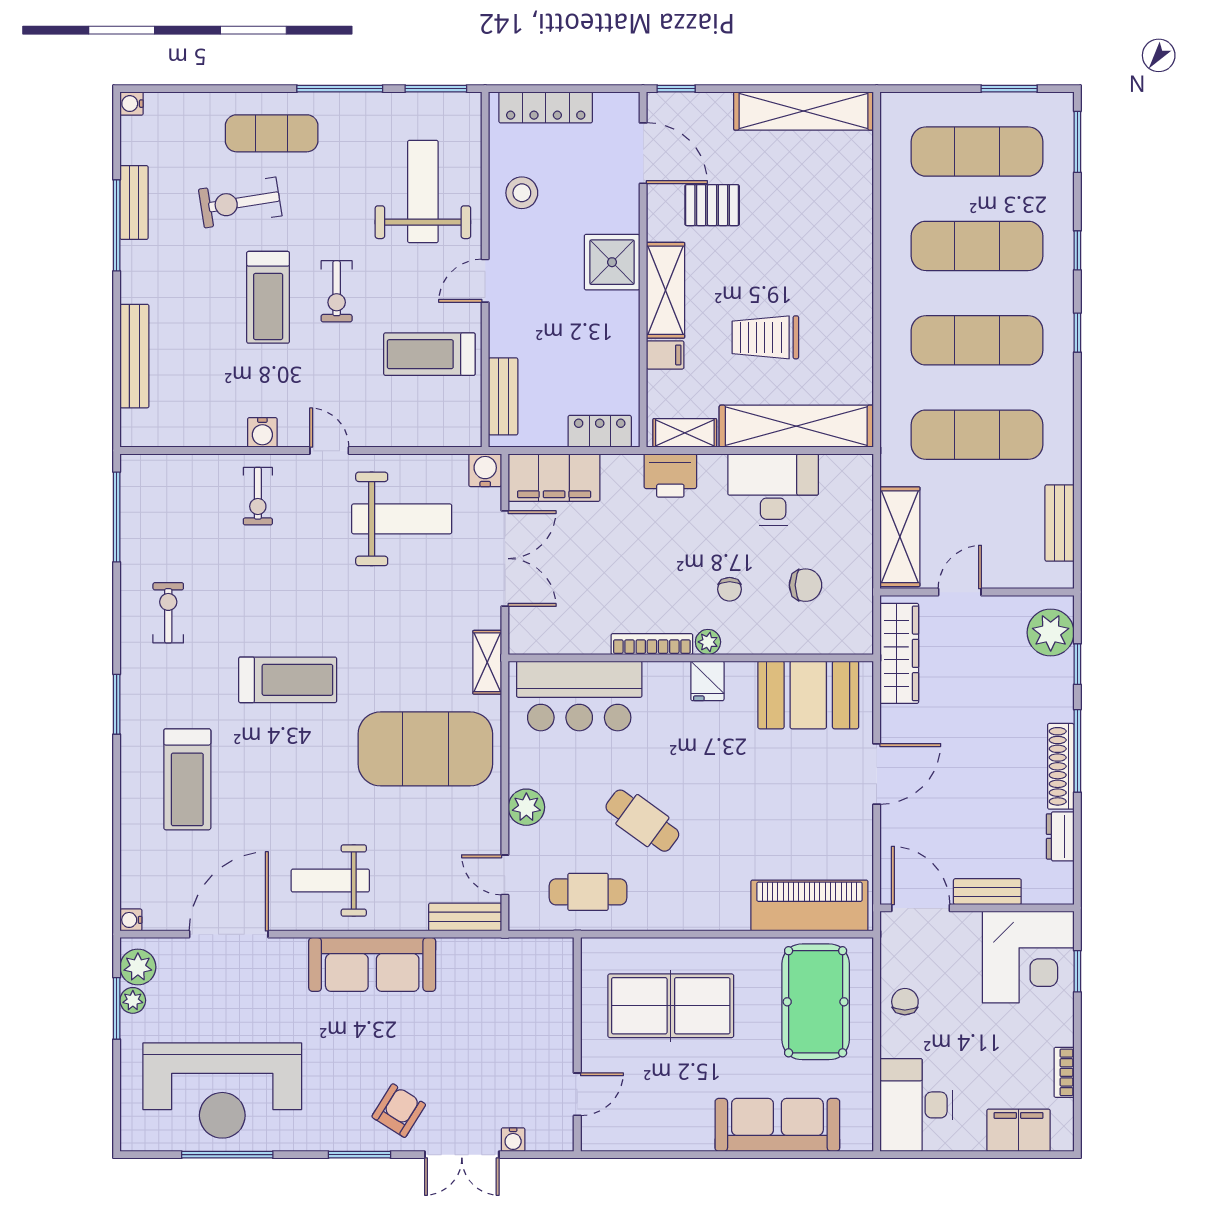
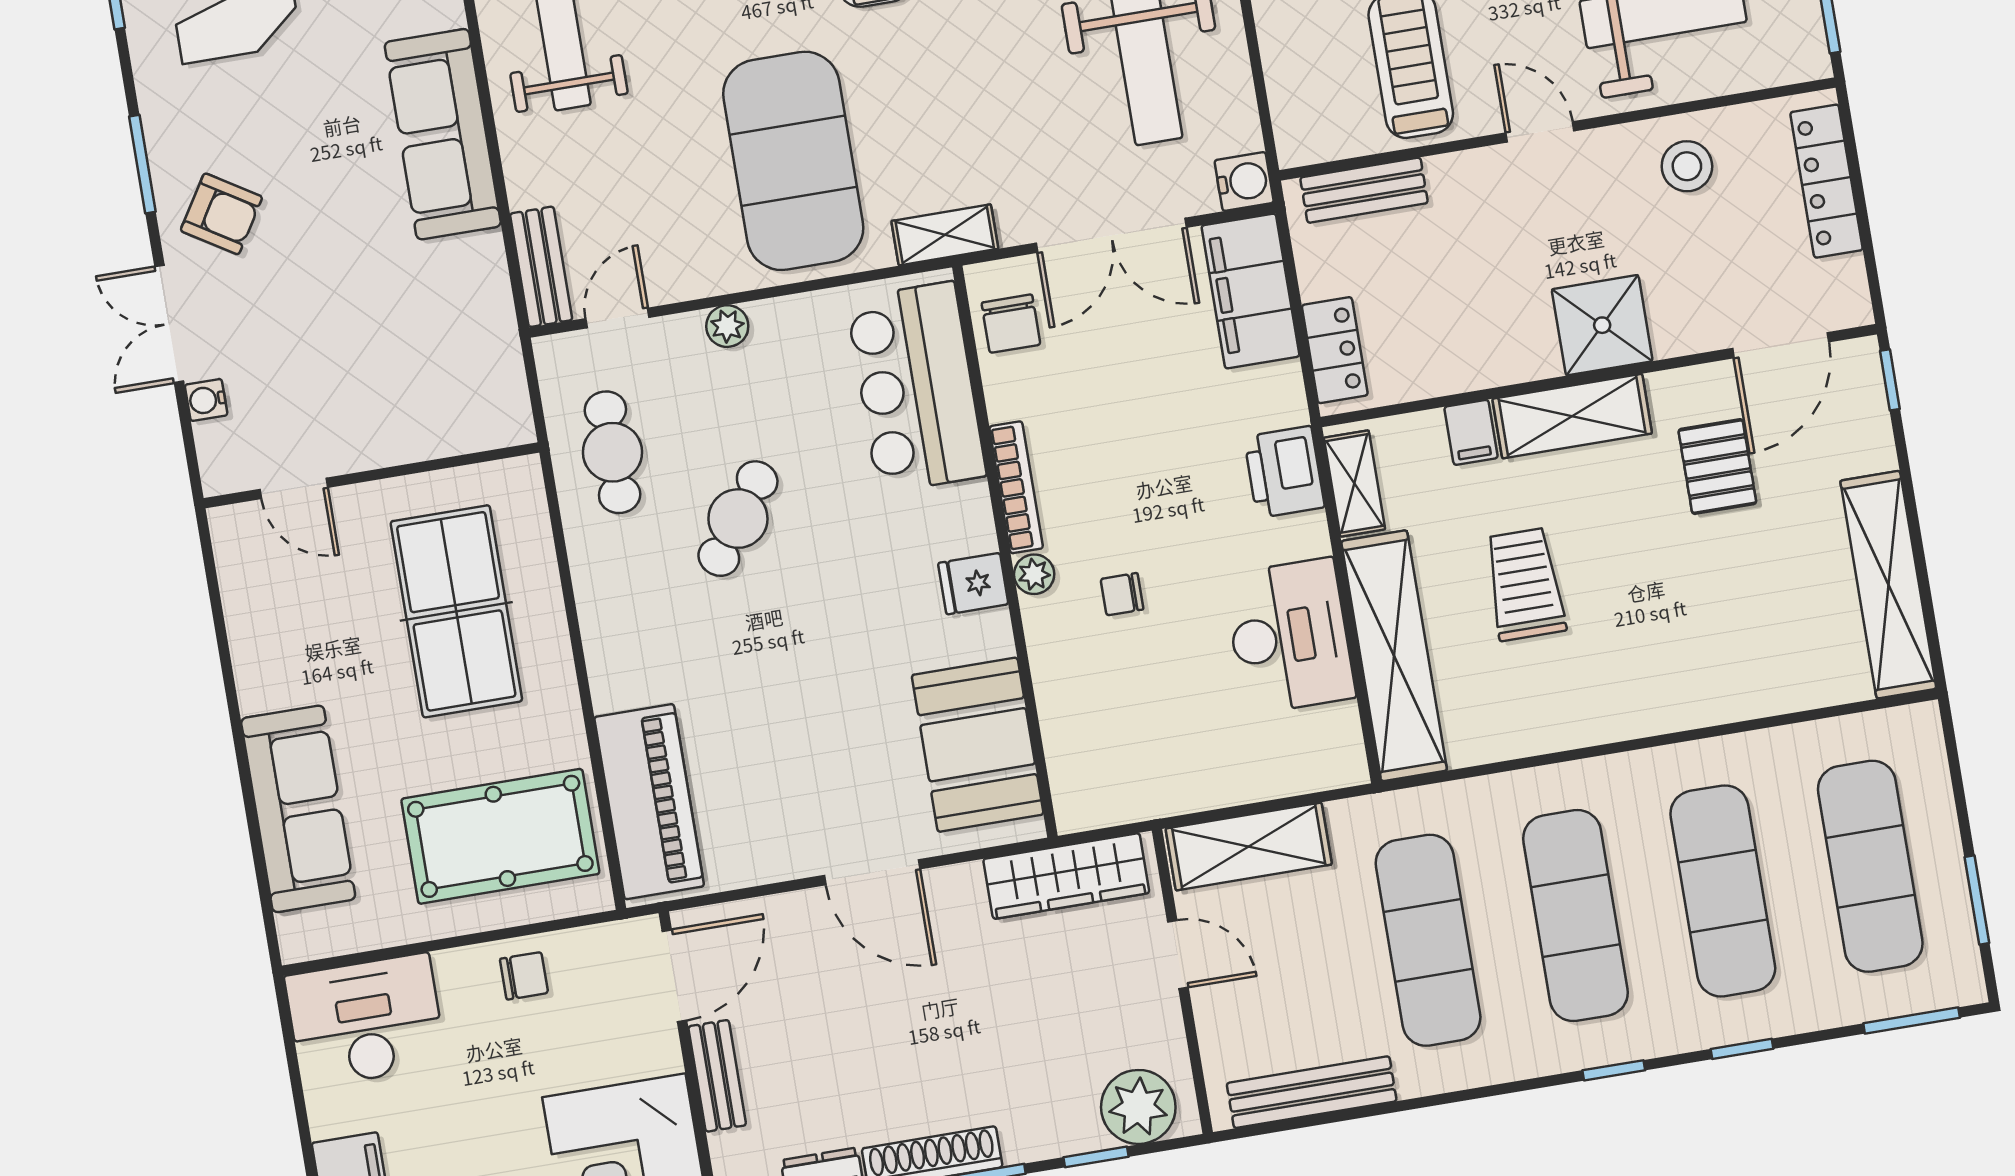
bench: (1059, 523) -> (1312, 1092), width x1.36
chair: (806, 585) -> (1011, 324), moved
plant: (526, 807) -> (727, 326), width x0.73, depth x0.73

